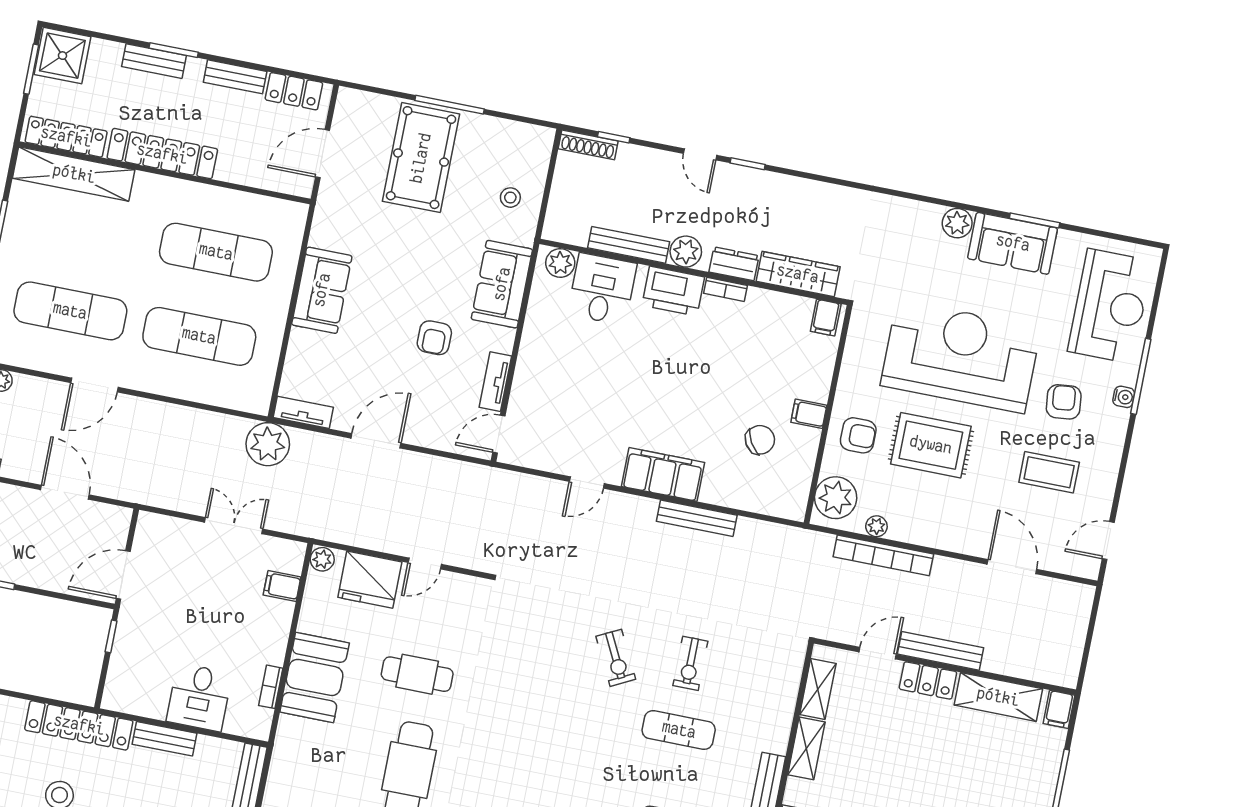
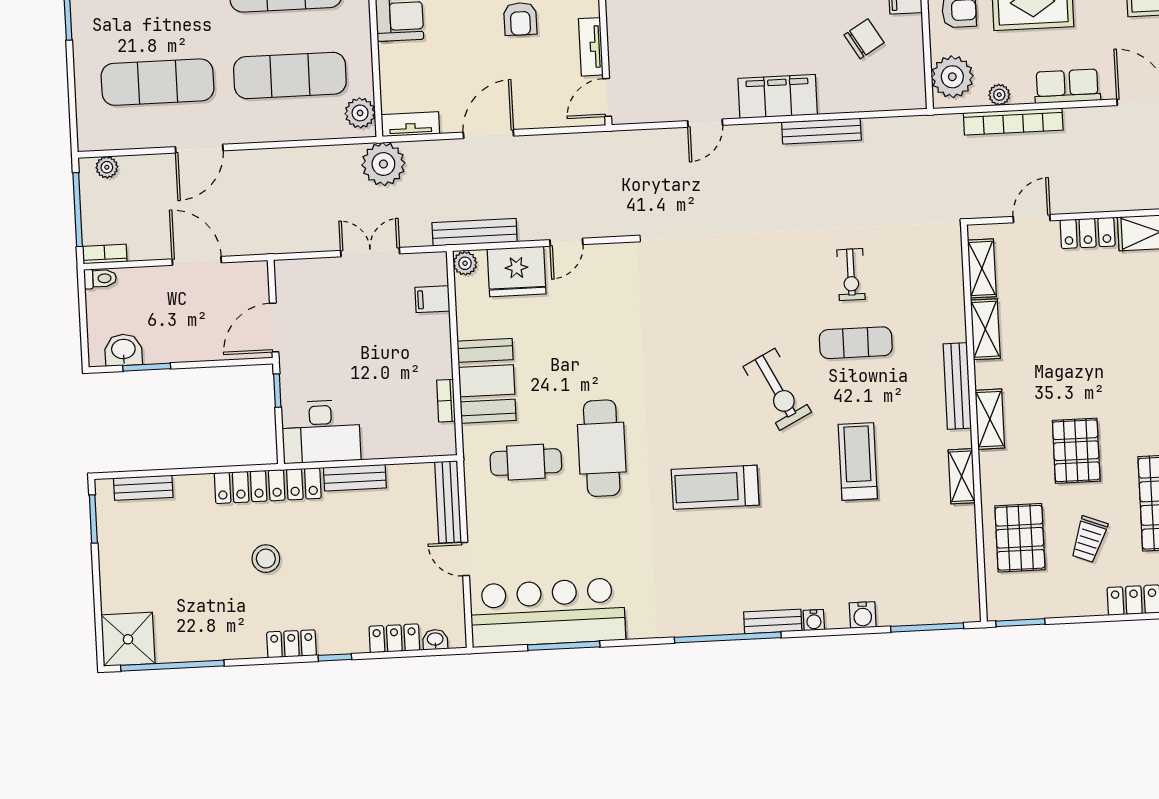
plant: (258, 389) -> (360, 113), added
row of seats: (944, 535) -> (1067, 86), added
bench: (940, 651) -> (475, 232), moved
exercise bike: (616, 658) -> (777, 389), moved, width x1.38, depth x1.39
cafe table: (417, 674) -> (526, 462), moved
desk: (199, 697) -> (321, 431), moved, width x1.37

